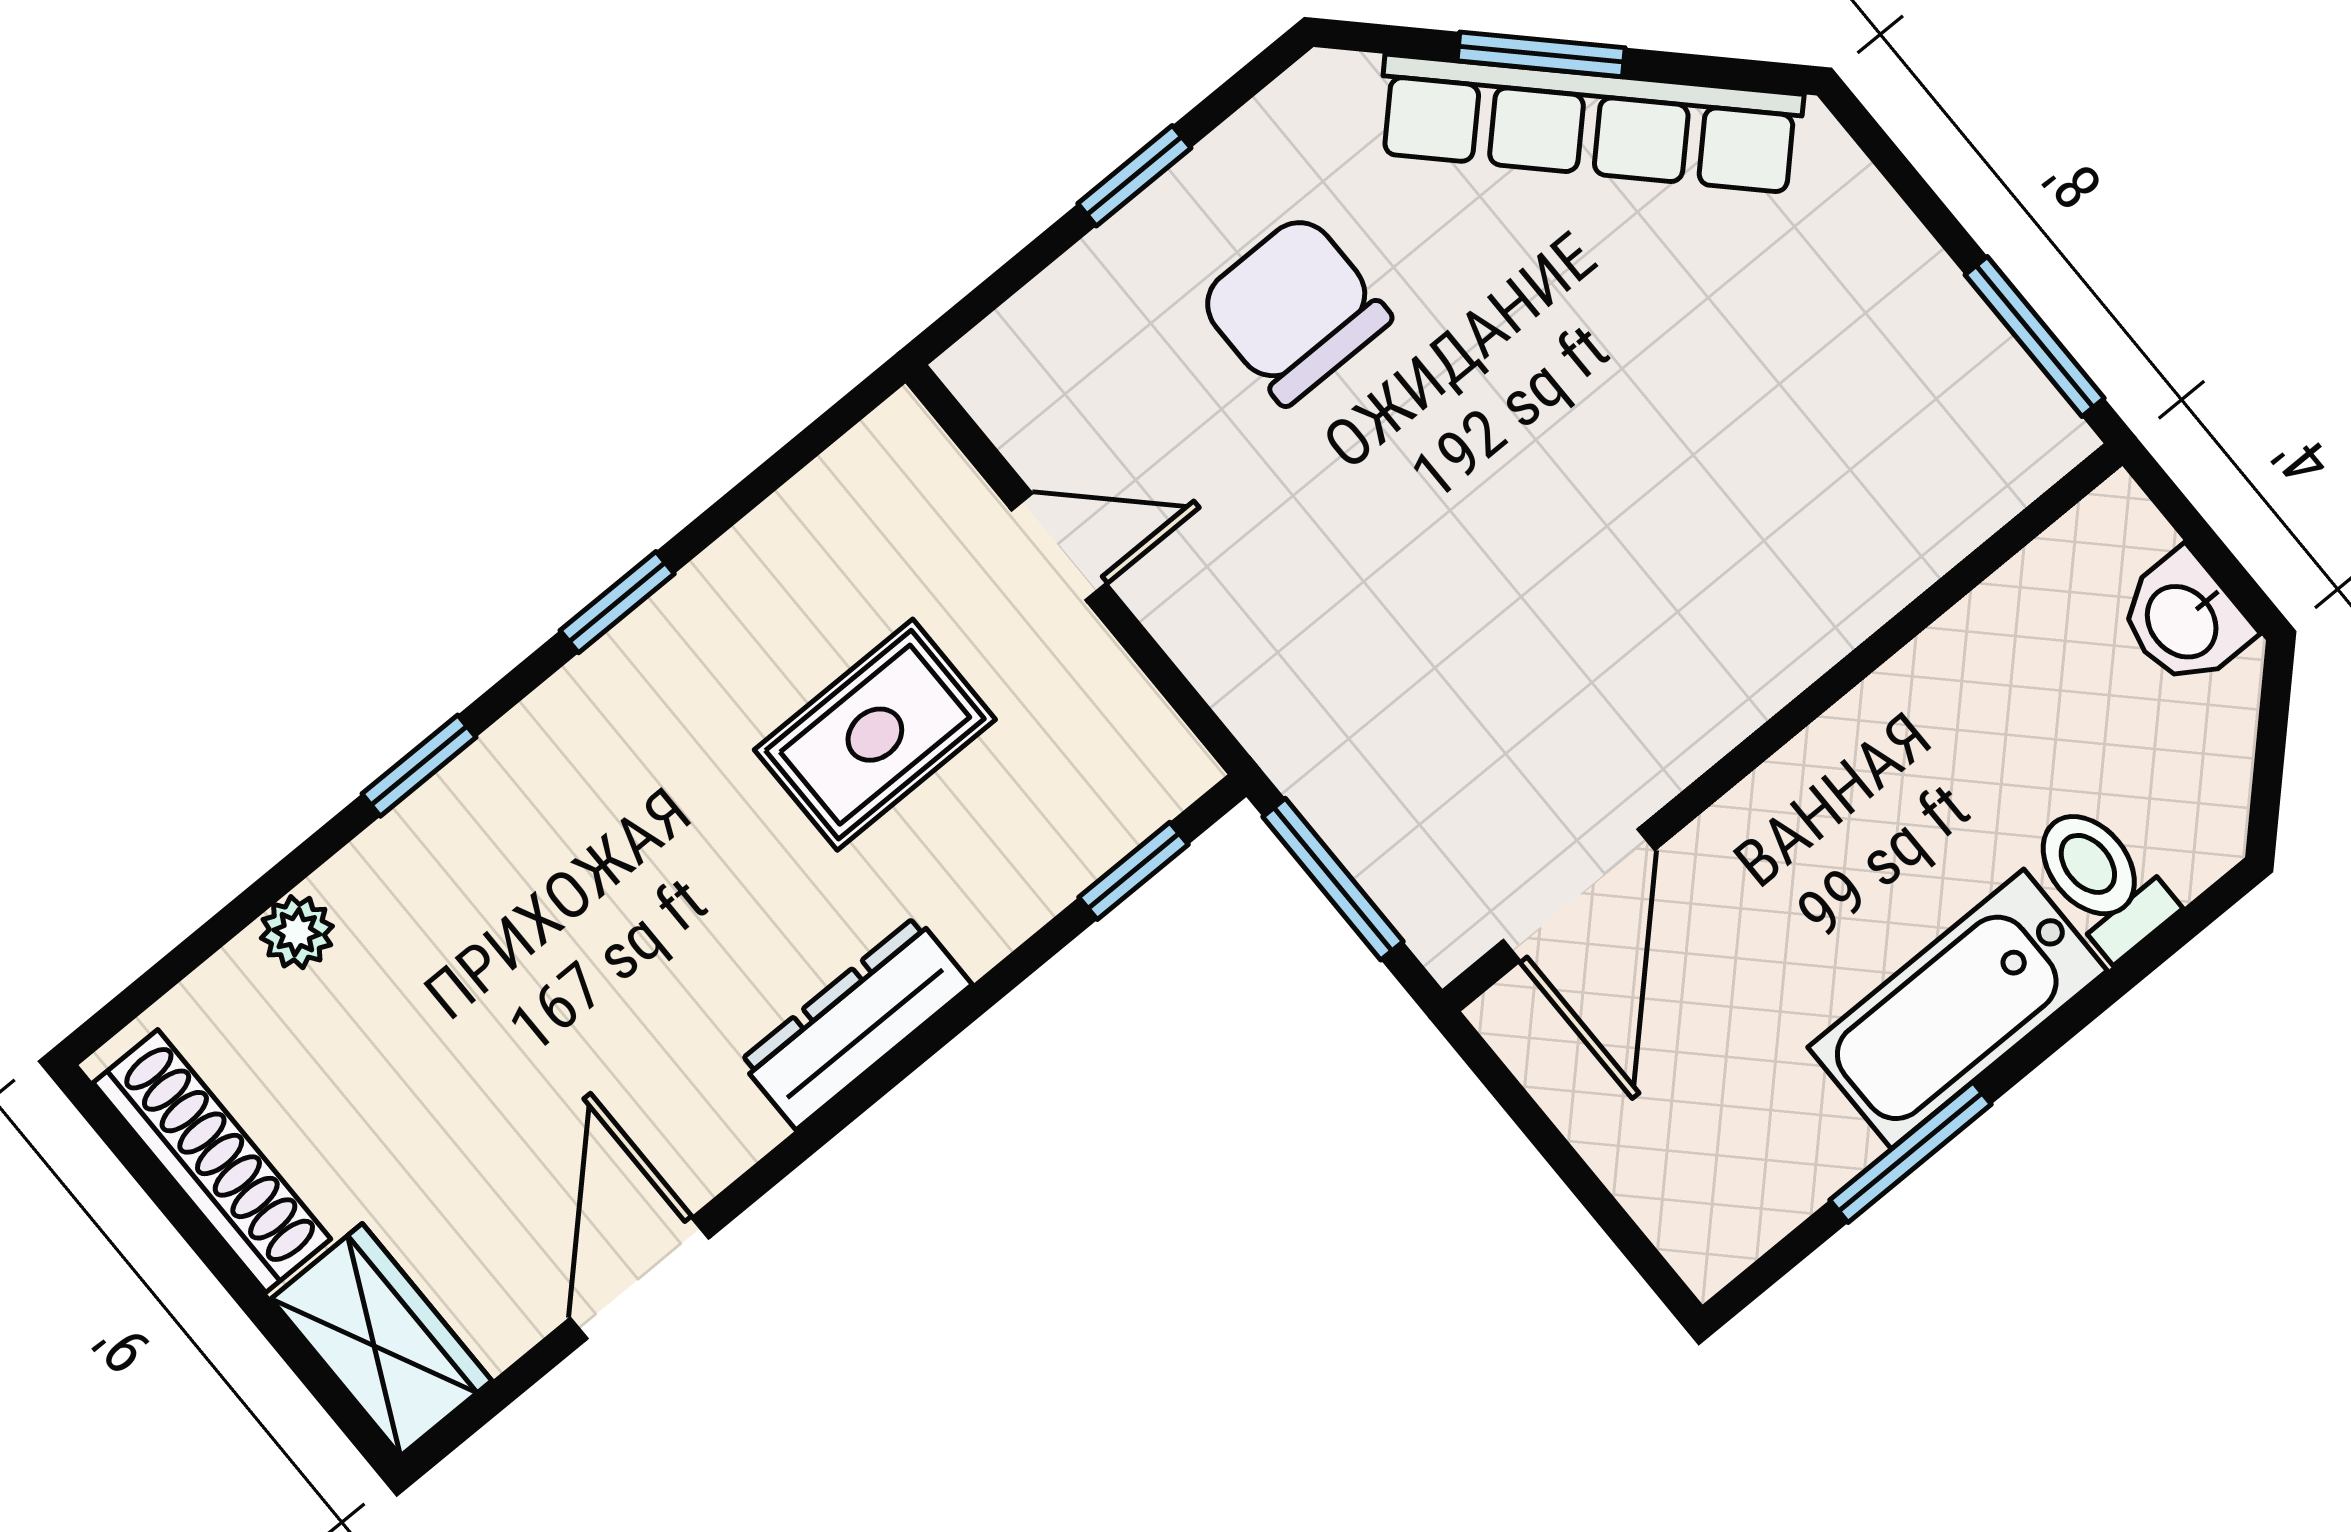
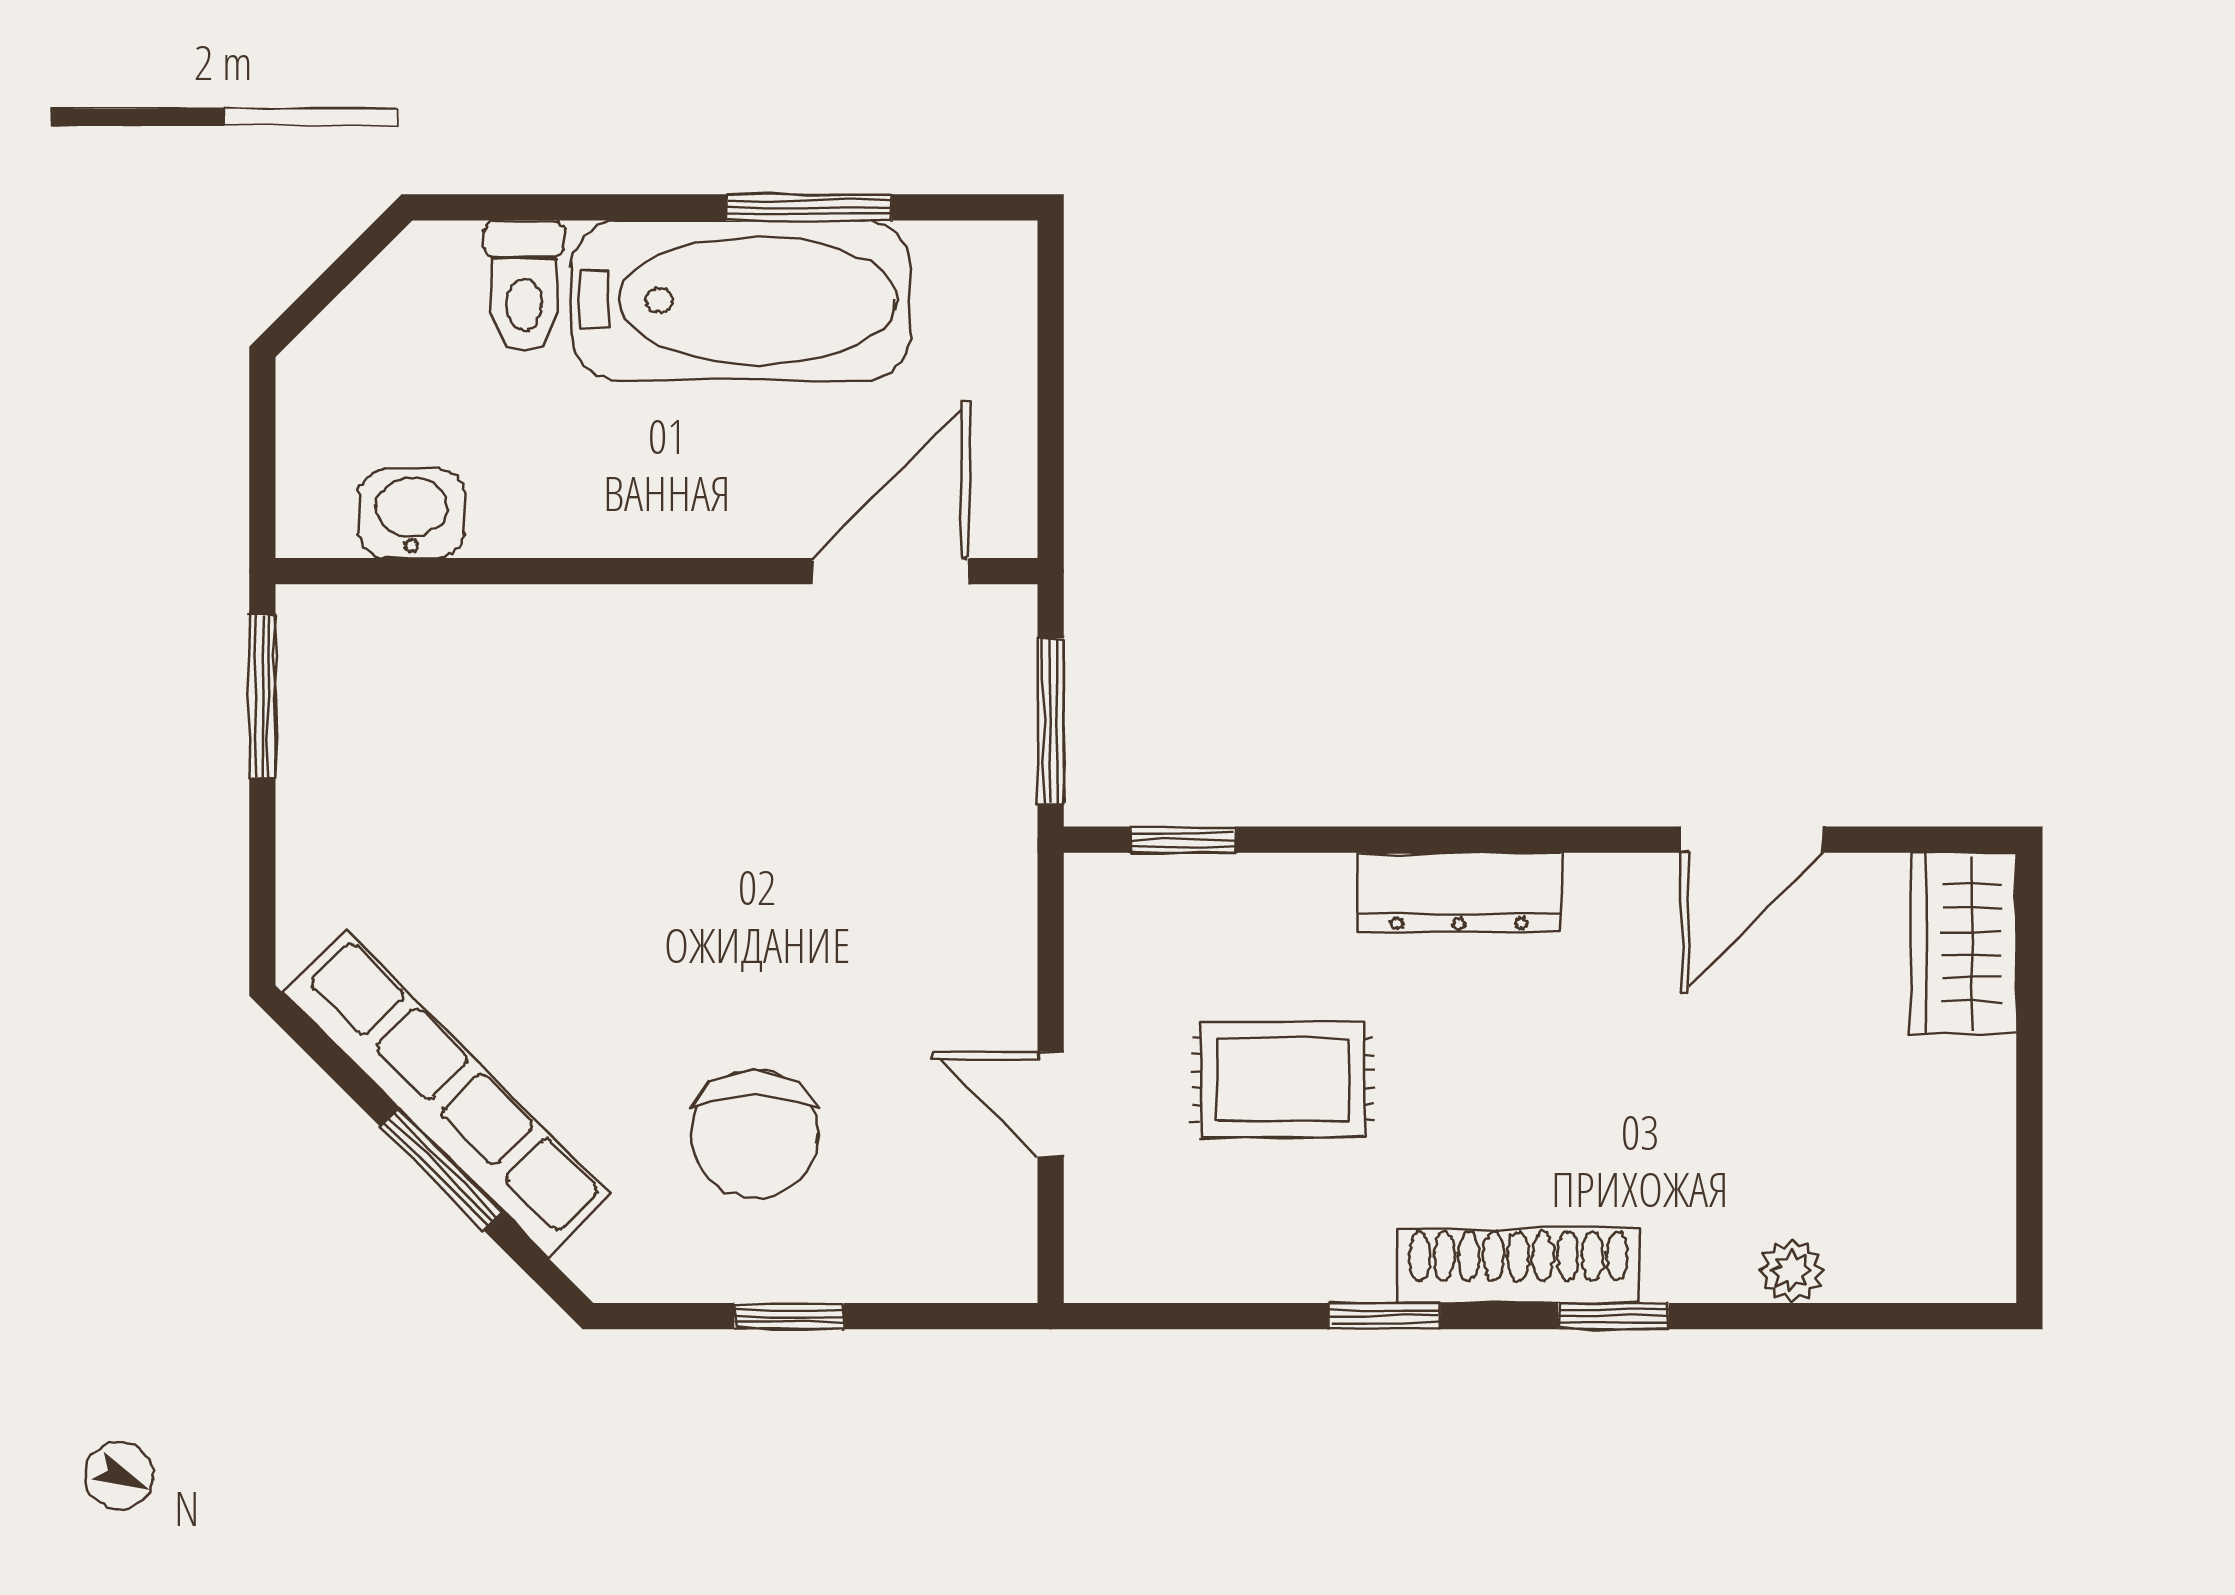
washbasin: (2184, 620) -> (411, 513), moved, turned -90
bathtub: (1958, 1009) -> (741, 300), width x1.36, depth x1.36
shoe rack: (212, 1161) -> (1518, 1266), moved, turned 90

